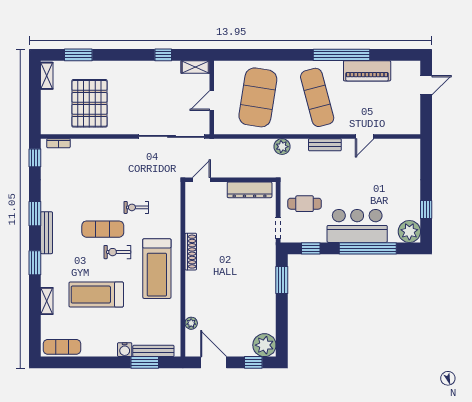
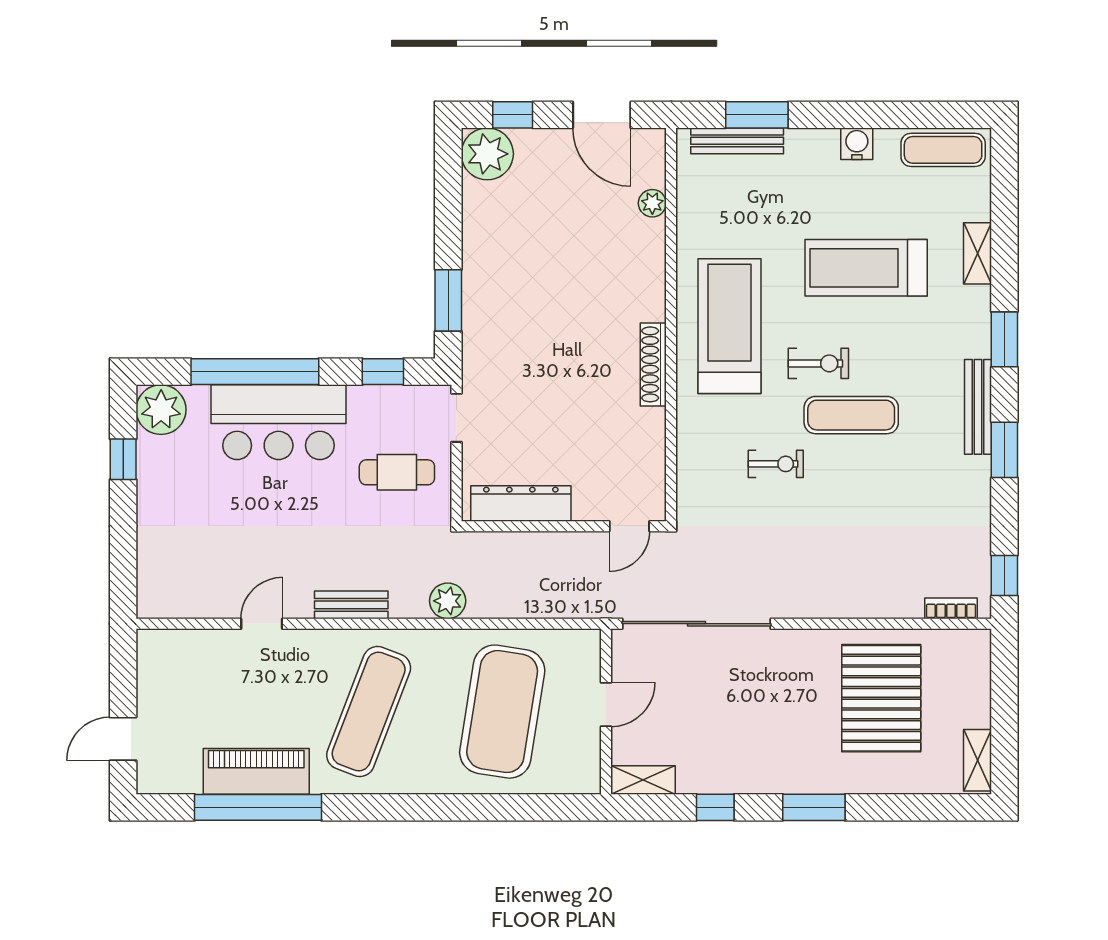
window: (78, 55) -> (814, 807), moved
window: (342, 55) -> (258, 807), moved
exercise mat: (317, 97) -> (369, 712), turned 36
treadmill: (96, 295) -> (866, 268), turned 180
water cooler: (125, 350) -> (857, 144), moved

